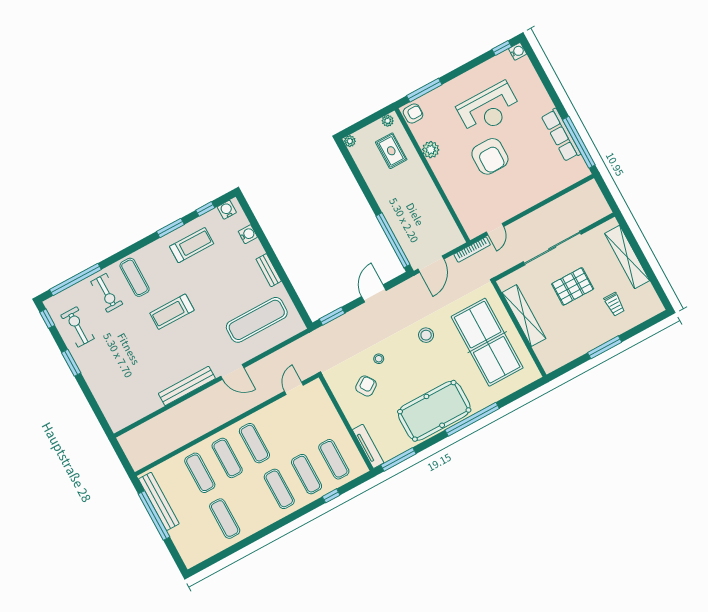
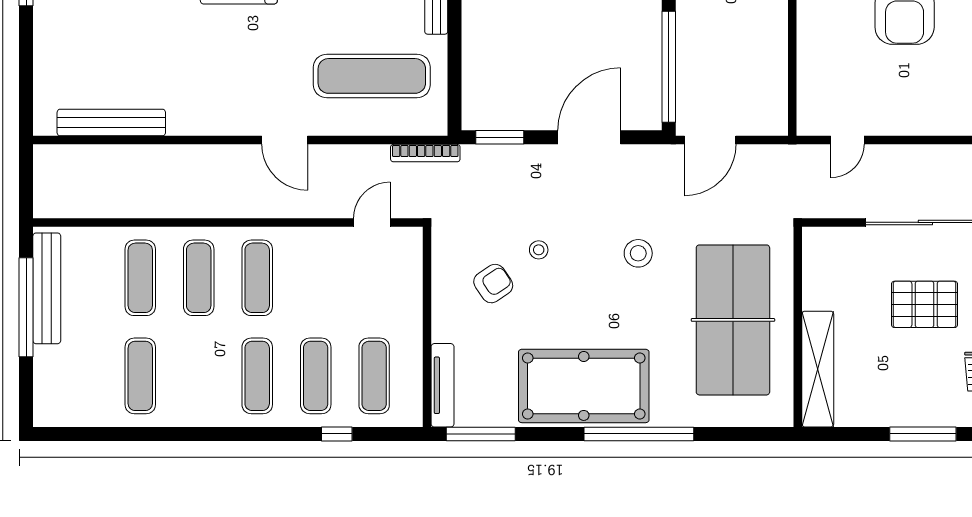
bookcase: (472, 250) -> (425, 153), moved
door: (374, 293) -> (589, 137), width x1.36
shelving: (524, 316) -> (818, 369), moved
bench: (187, 386) -> (111, 123), moved

